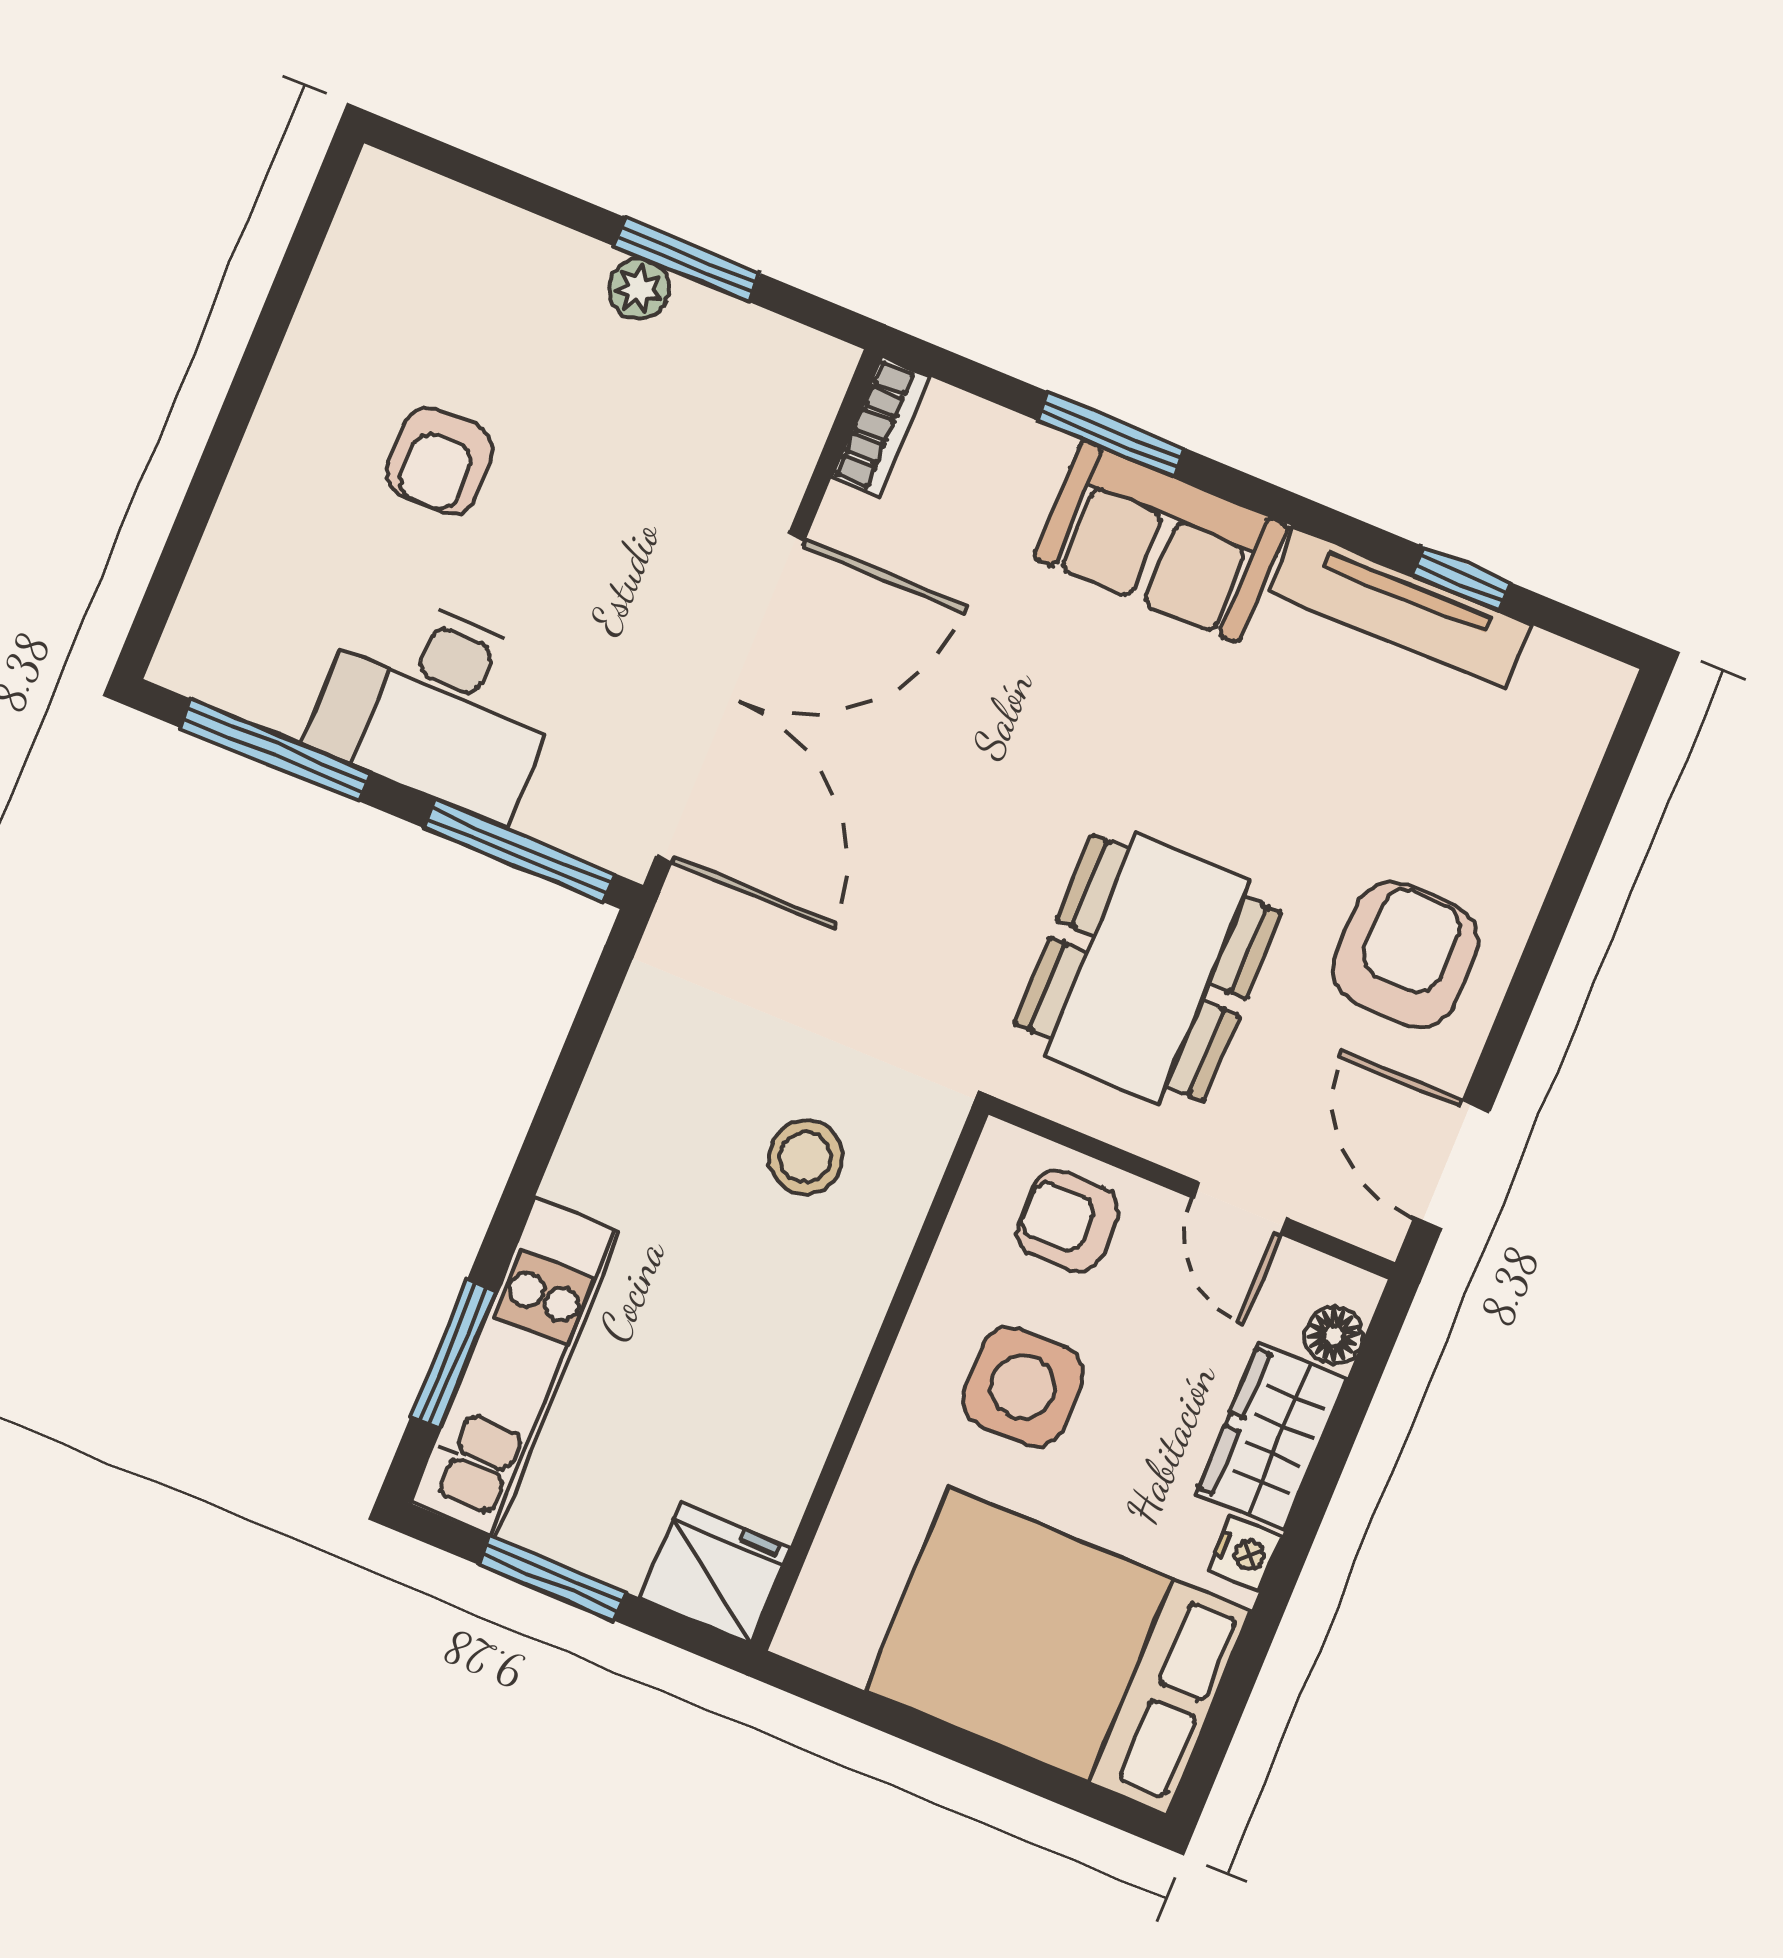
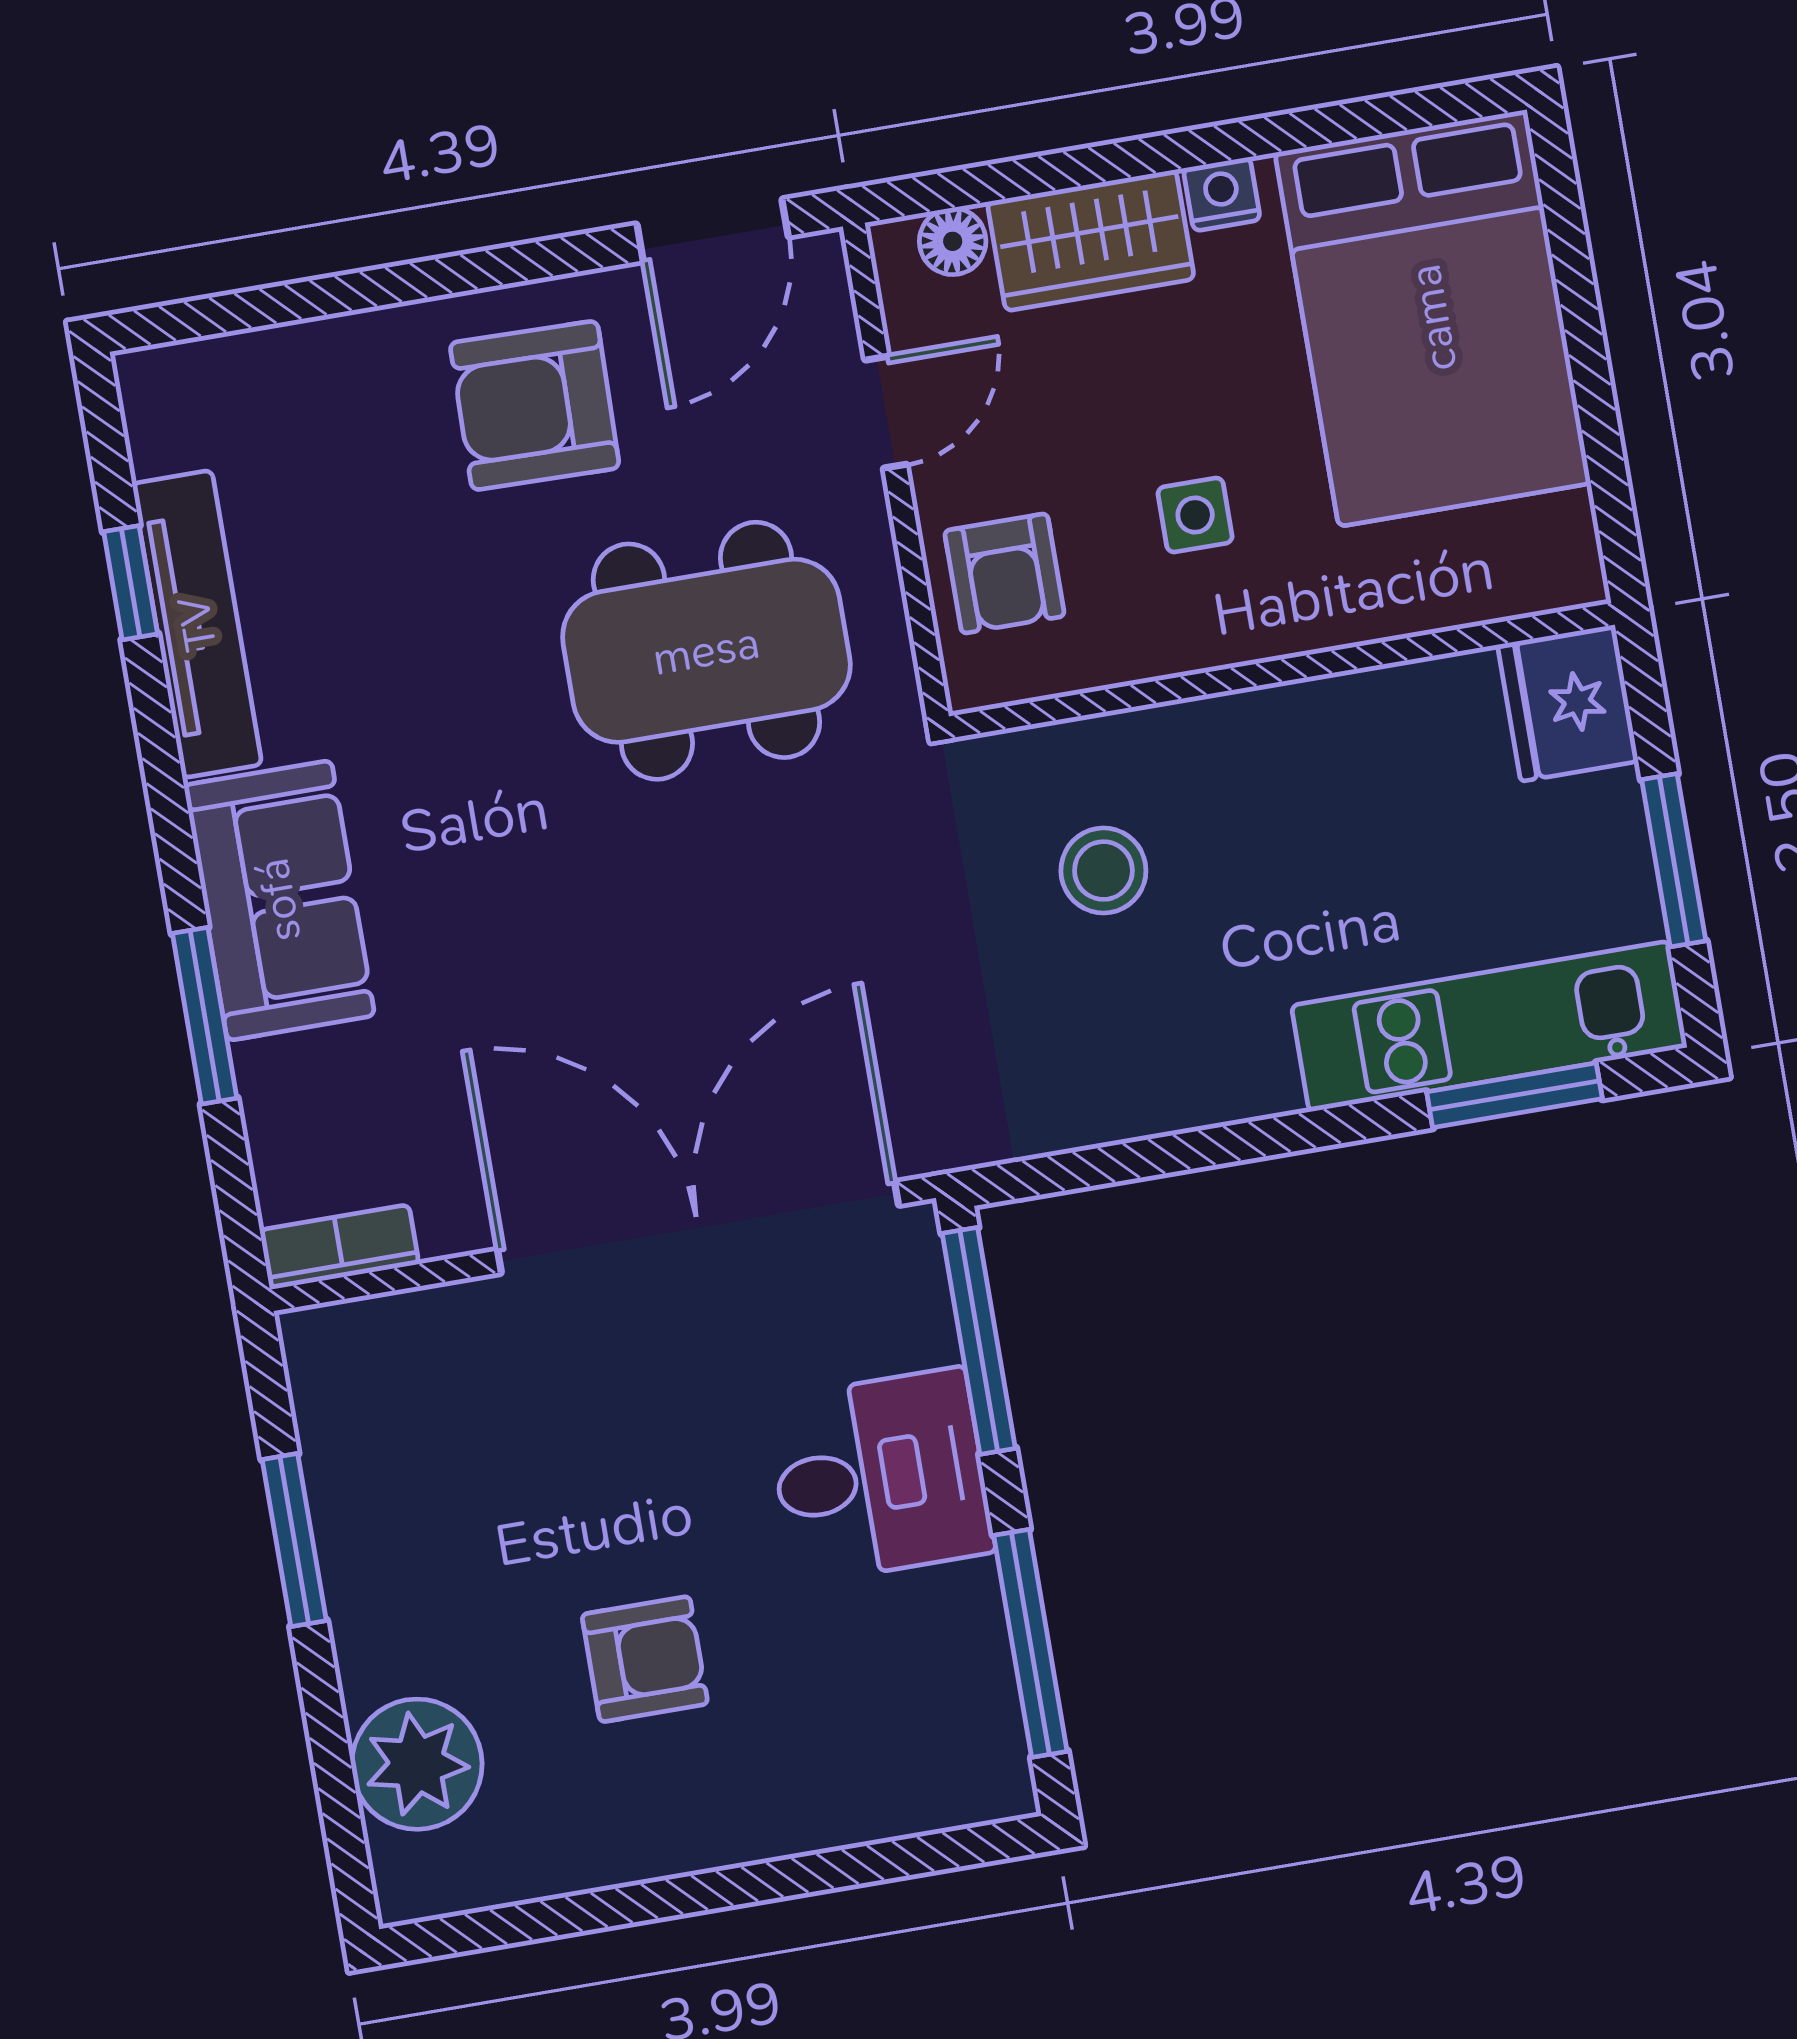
plant: (639, 289) -> (417, 1764), moved, width x1.88, depth x1.88
desk: (438, 705) -> (880, 1476), width x0.73
side table: (1023, 1387) -> (1195, 515), width x0.54, depth x0.54

